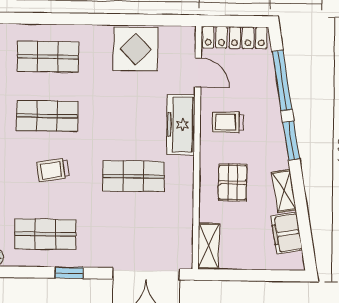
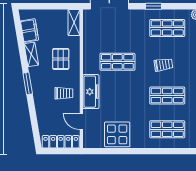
window: (282, 81) -> (33, 118), removed

